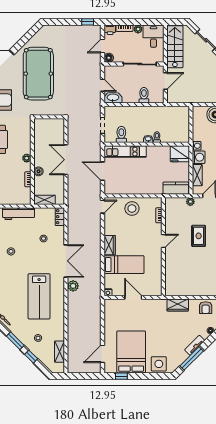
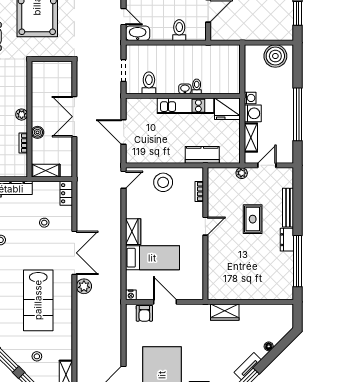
kitchen unit: (125, 152) -> (185, 106), moved
kitchen counter: (176, 188) -> (202, 155), moved
armchair: (206, 308) -> (144, 313), moved

